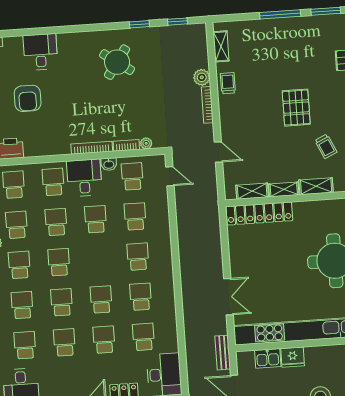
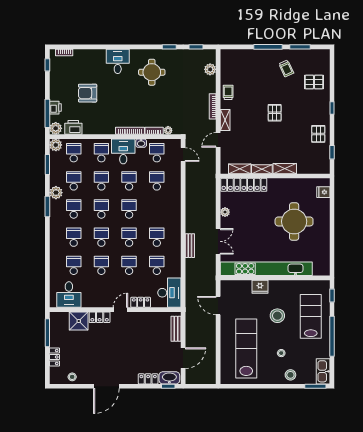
shelving: (221, 46) -> (225, 120), moved
desk: (40, 52) -> (118, 61), moved
round table: (117, 62) -> (152, 72), turned -35
plant: (202, 77) -> (210, 69), moved
armchair: (28, 98) -> (88, 93), turned 90
pallet: (296, 108) -> (275, 113), width x0.67, depth x0.71
trolley: (326, 146) -> (286, 68), moved
door: (218, 152) -> (218, 140), swing flipped
plant: (235, 254) -> (225, 212), added
school desk: (138, 257) -> (129, 209), moved
bench: (223, 353) -> (190, 246), moved
kitchen sink: (268, 358) -> (243, 286), removed

